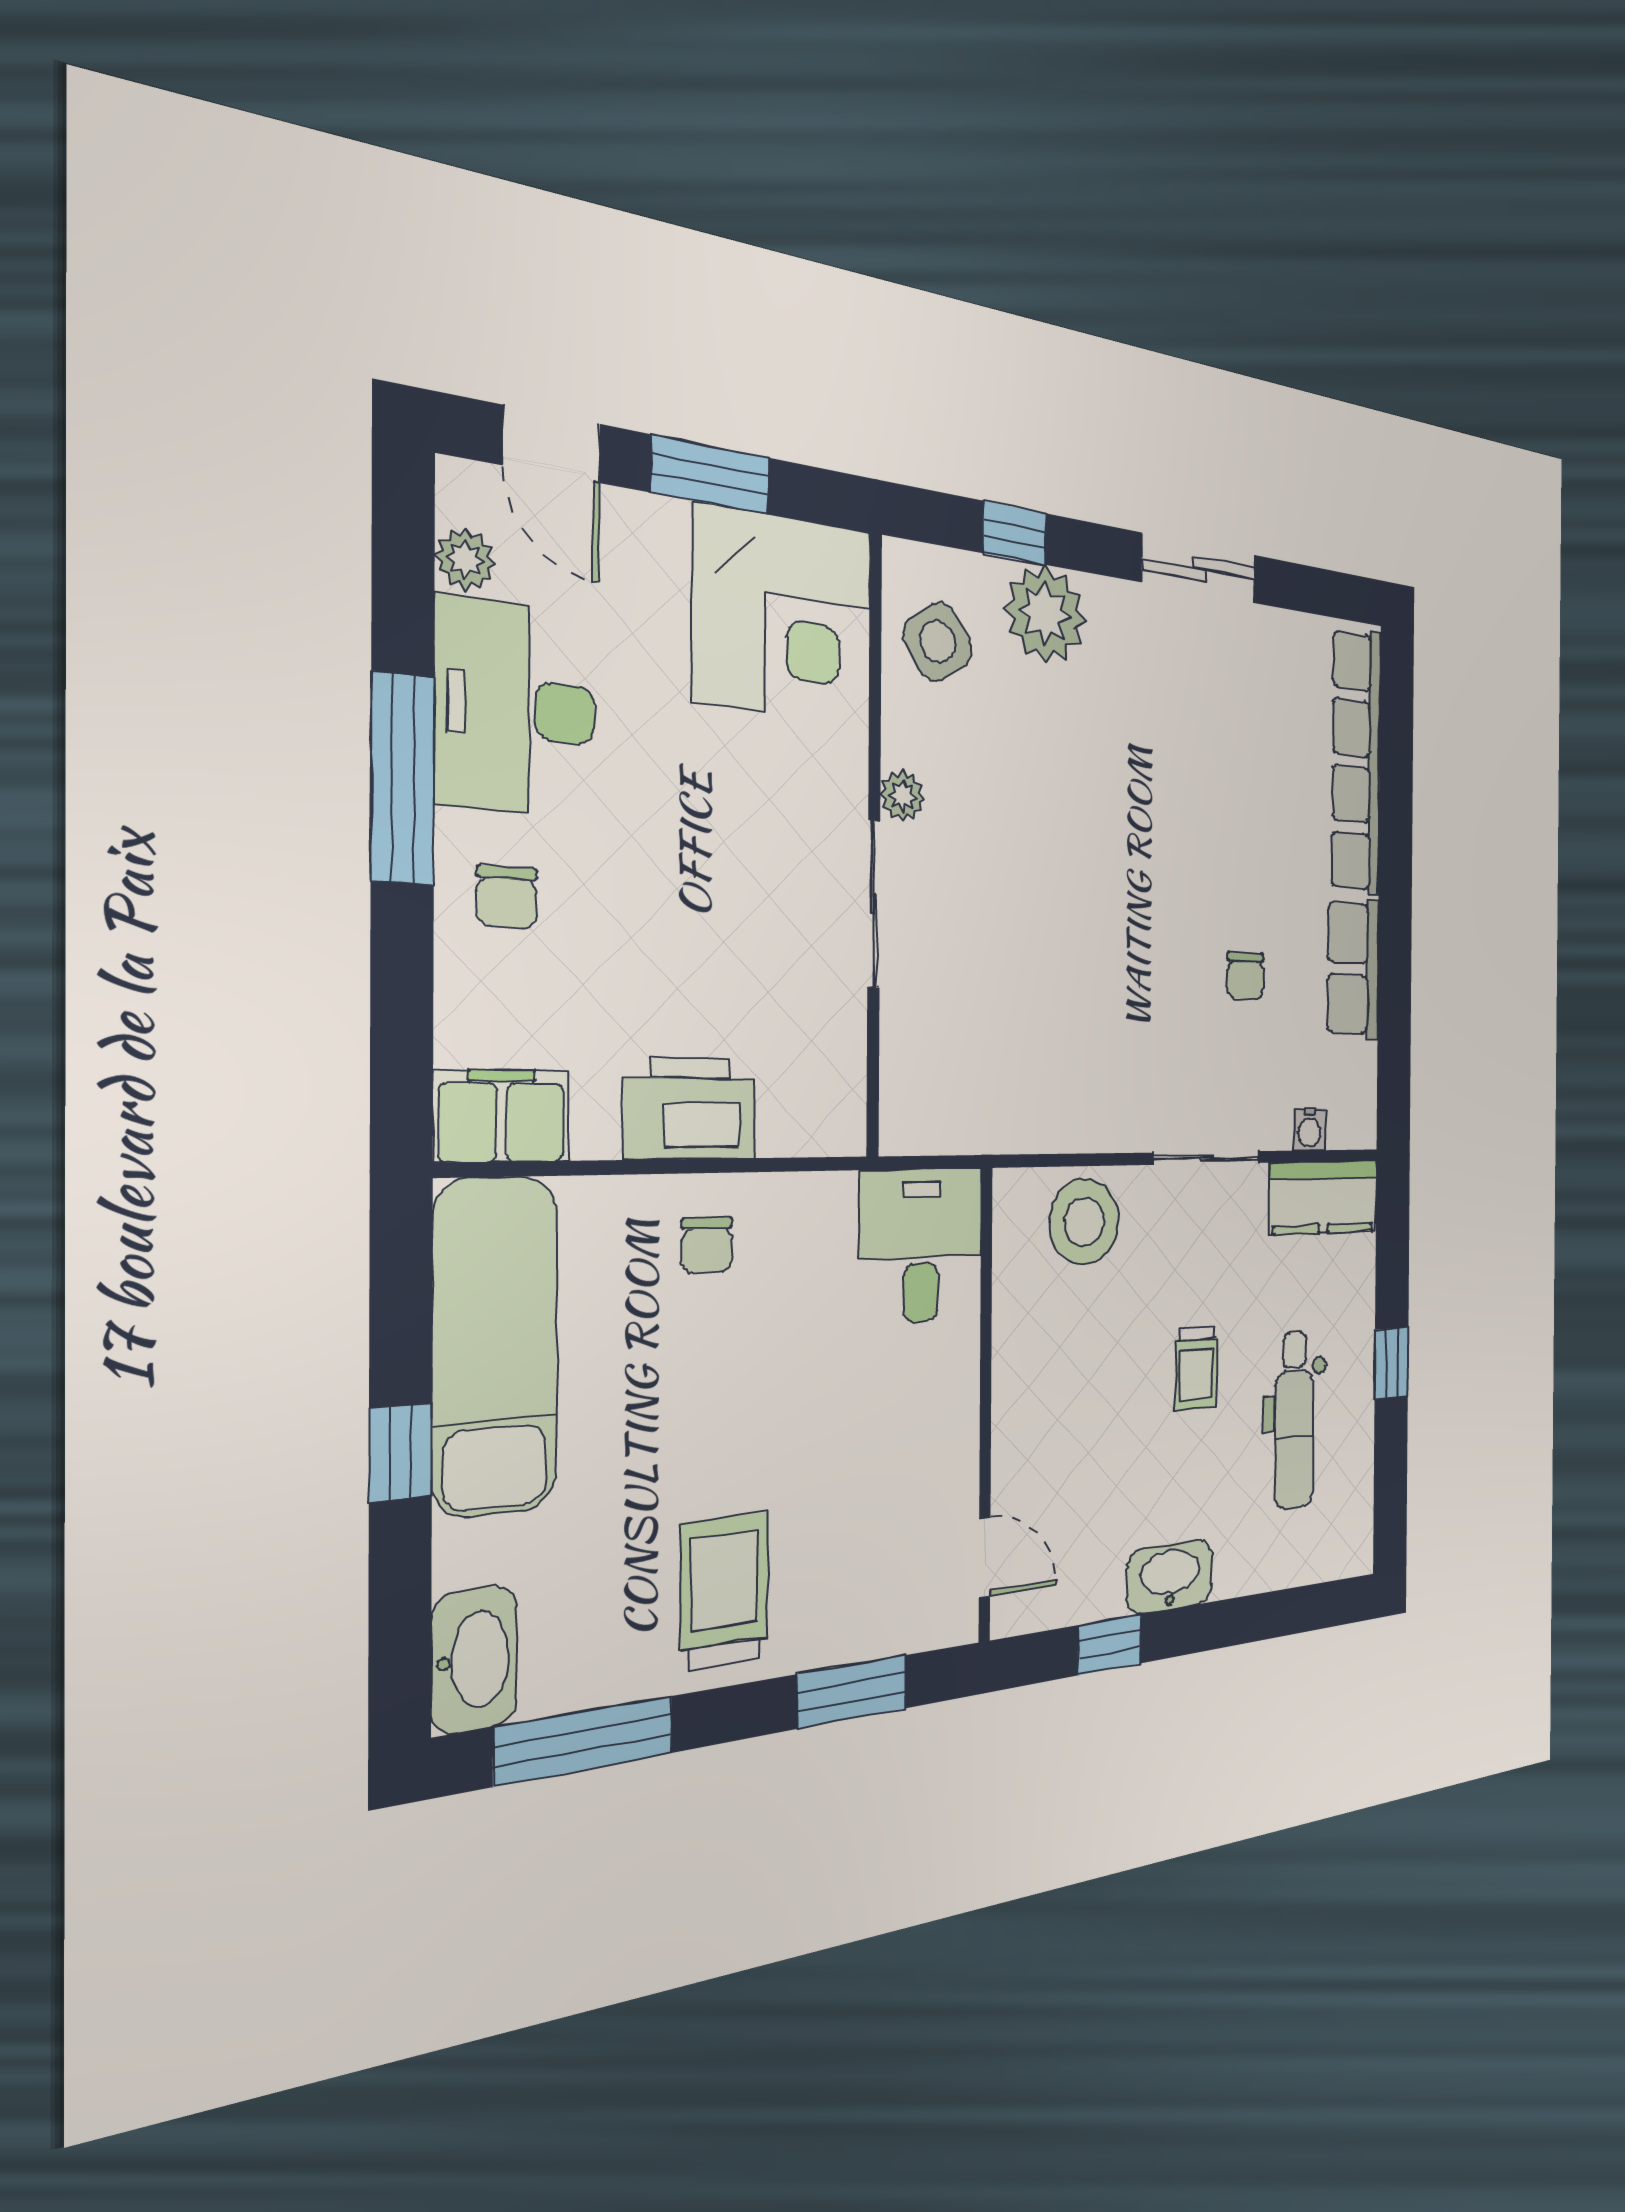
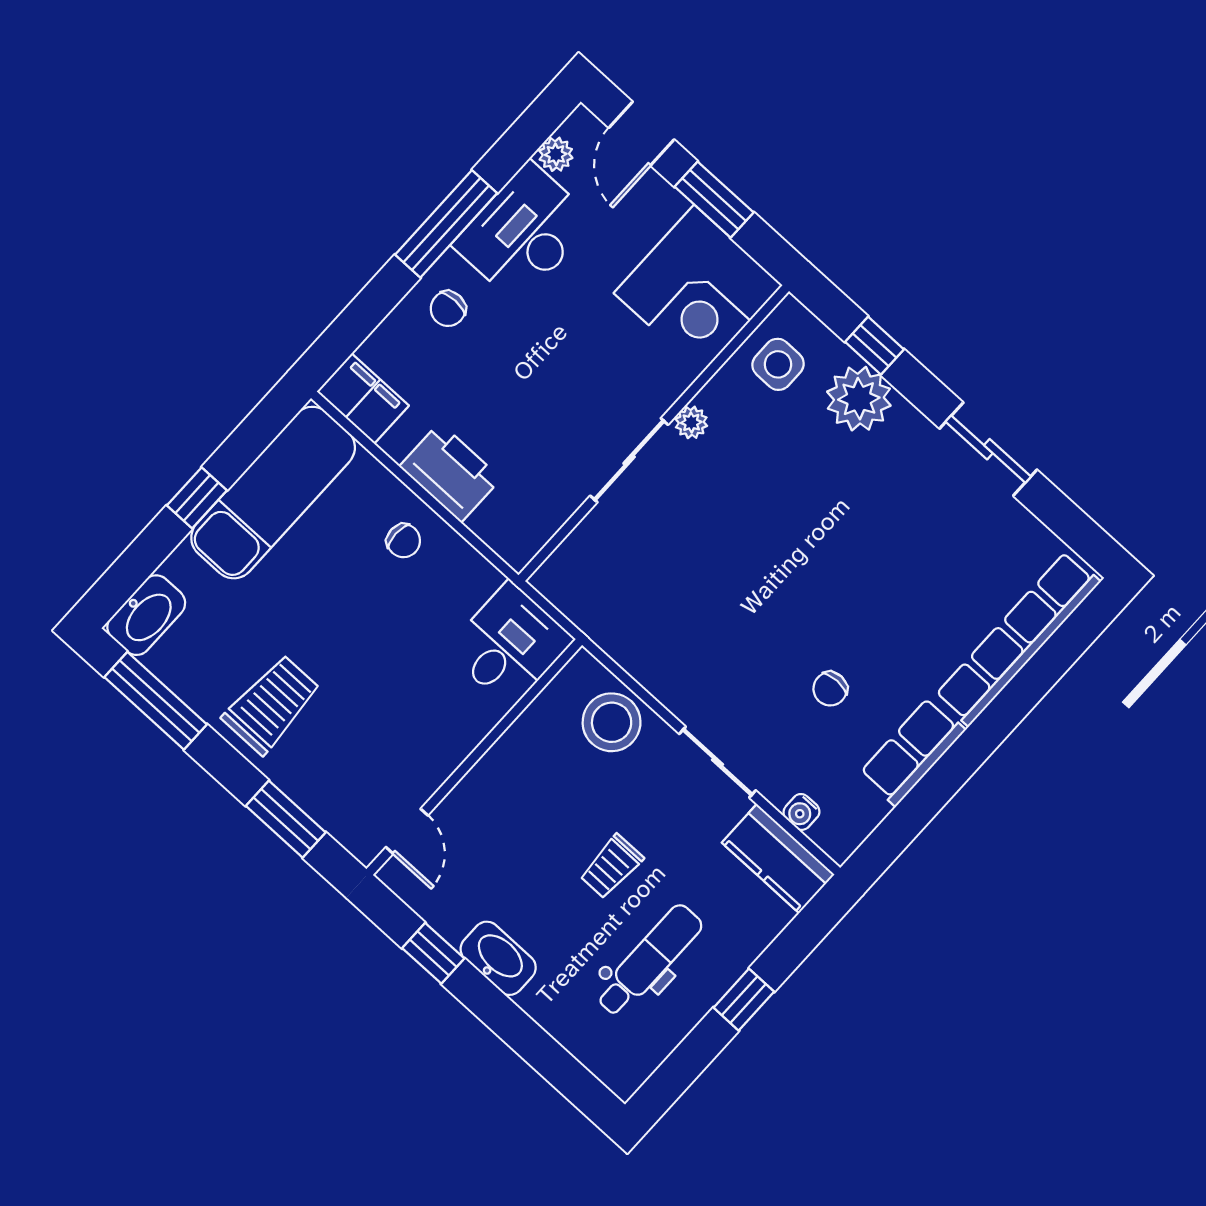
side table: (938, 641) -> (778, 364), turned 34
chair: (707, 1245) -> (403, 541), turned -90
dental chair: (1294, 1420) -> (649, 960), turned 180

